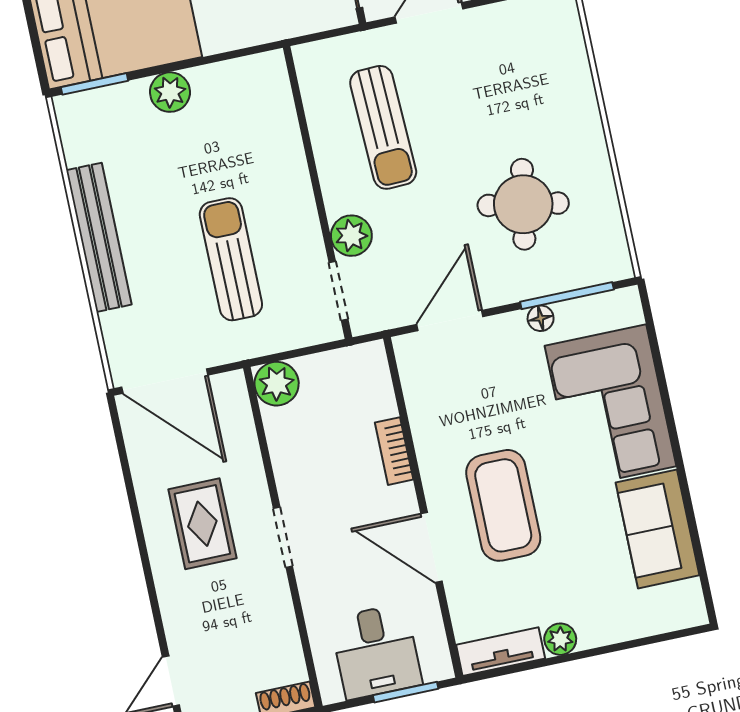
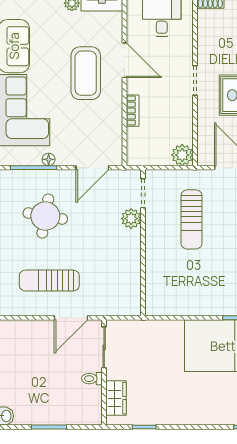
plant: (170, 92) -> (204, 306), removed
sun lounger: (383, 127) -> (49, 281), moved, turned -88

